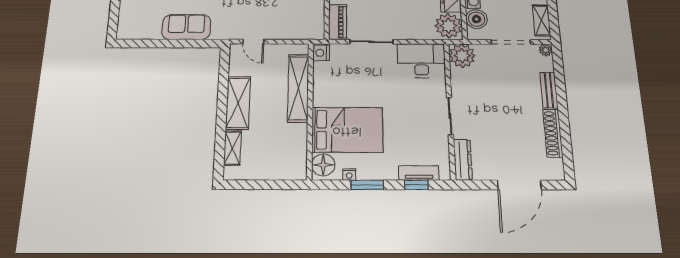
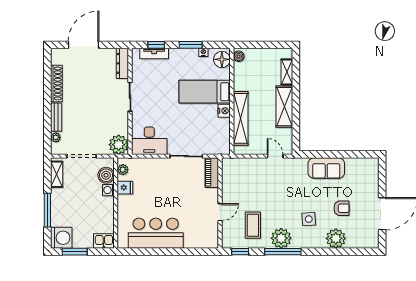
plant: (448, 26) -> (123, 170), width x0.53, depth x0.53
plant: (546, 50) -> (56, 137), moved
nightstand: (321, 53) -> (224, 111), moved
bed: (347, 130) -> (205, 92), width x0.67
boiler: (300, 169) -> (239, 56), added

